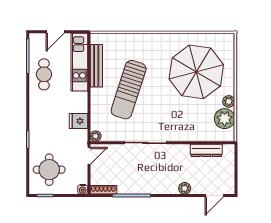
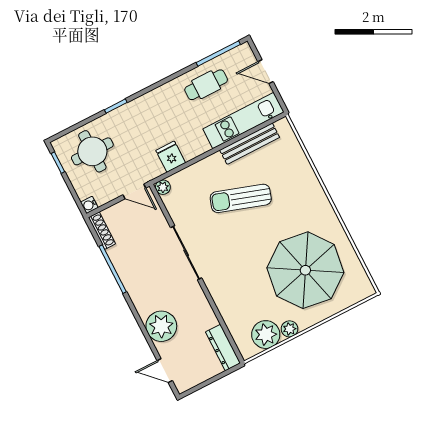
sun lounger: (129, 90) -> (241, 198), width x0.73, depth x0.75
dresser: (206, 150) -> (223, 348), moved
plant: (185, 188) -> (161, 326), width x1.88, depth x1.88

